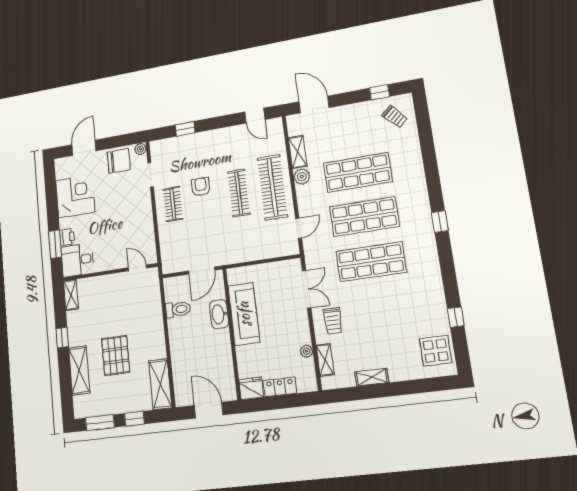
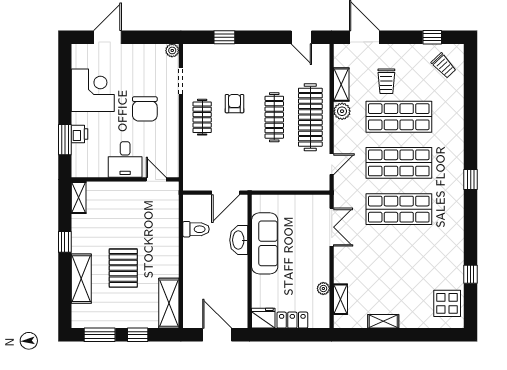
chair: (119, 161) -> (145, 109), moved, turned 90
desk: (77, 260) -> (125, 160), moved, turned -90
trolley: (333, 321) -> (386, 81), moved

